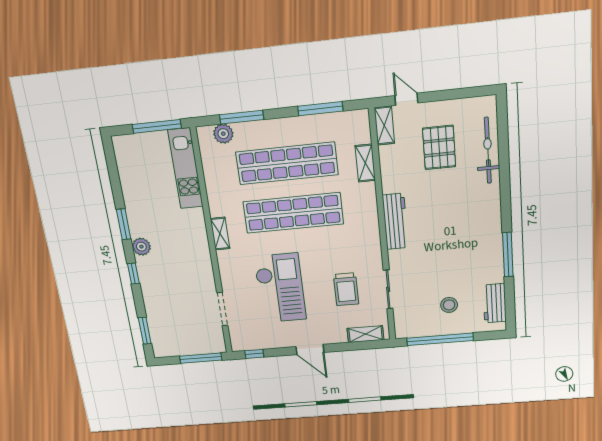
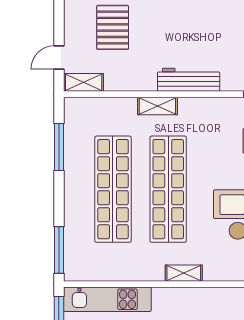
window: (241, 117) -> (59, 250), moved
plant: (223, 134) -> (74, 253), removed
pallet: (439, 147) -> (113, 27), turned 90
shelving: (365, 163) -> (157, 106), moved

